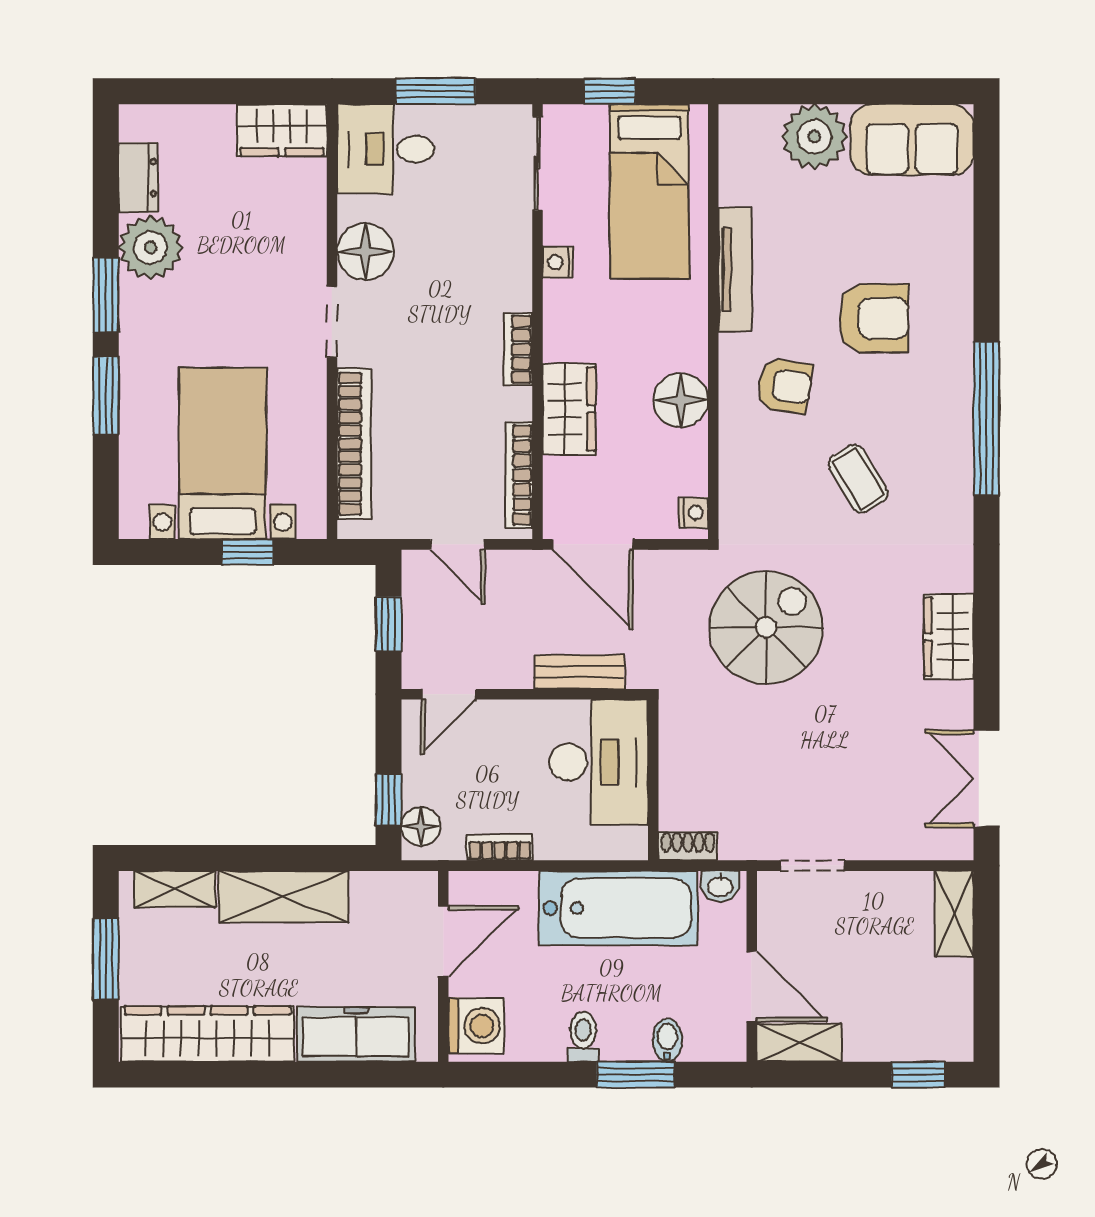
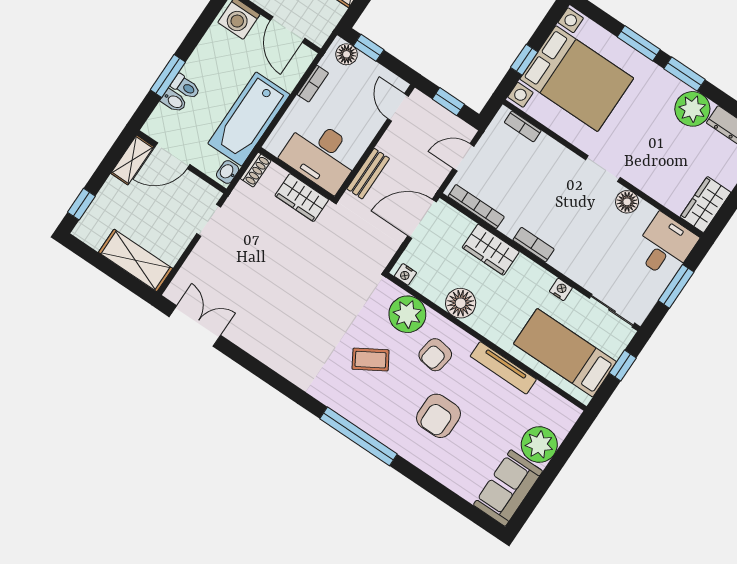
floor lamp: (365, 252) -> (627, 202), width x0.73, depth x0.73
bookcase: (354, 444) -> (523, 126), width x0.43, depth x0.76
bed with nightstands: (223, 453) -> (577, 79), width x1.36
plant: (752, 469) -> (407, 314), added
spiral stairs: (766, 627) -> (331, 272), removed
wardrobe: (949, 637) -> (302, 198), moved, turned 180
shelving: (954, 914) -> (136, 260), width x1.50, depth x1.33
toilet: (583, 1037) -> (186, 87), moved

